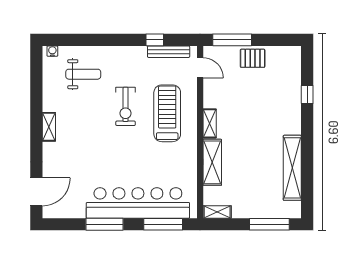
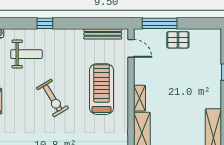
window: (155, 40) -> (45, 23), moved
exercise bike: (126, 106) -> (53, 98), moved, turned -31

